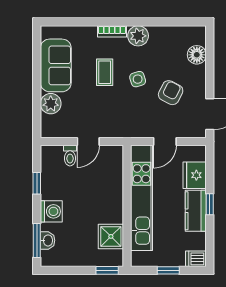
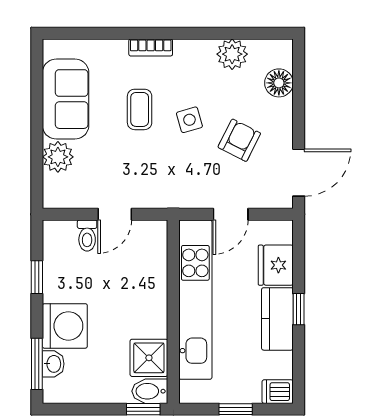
plant: (138, 36) -> (232, 54), moved
washing machine: (51, 211) -> (65, 326), width x1.37, depth x1.37
bidet: (111, 259) -> (150, 391), added

